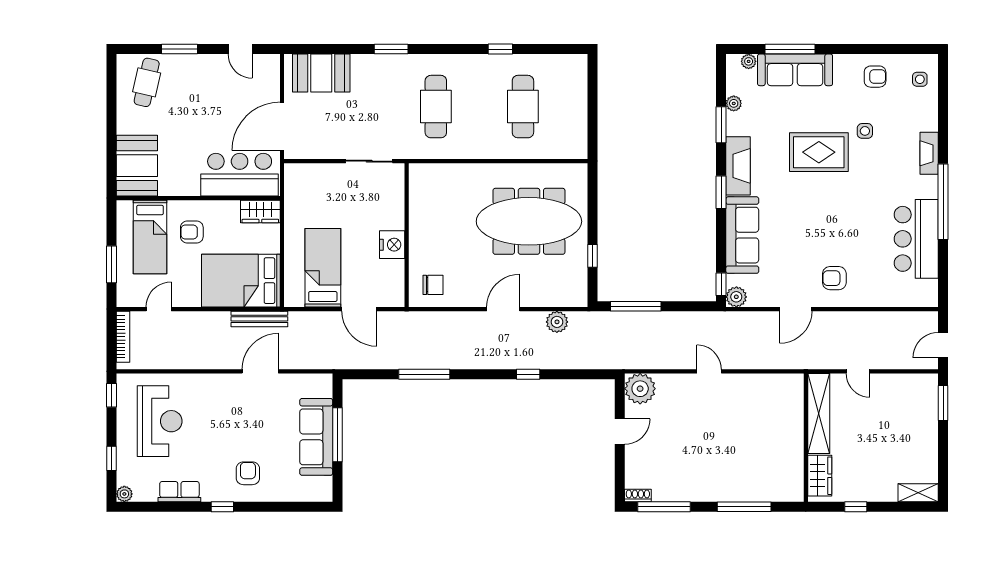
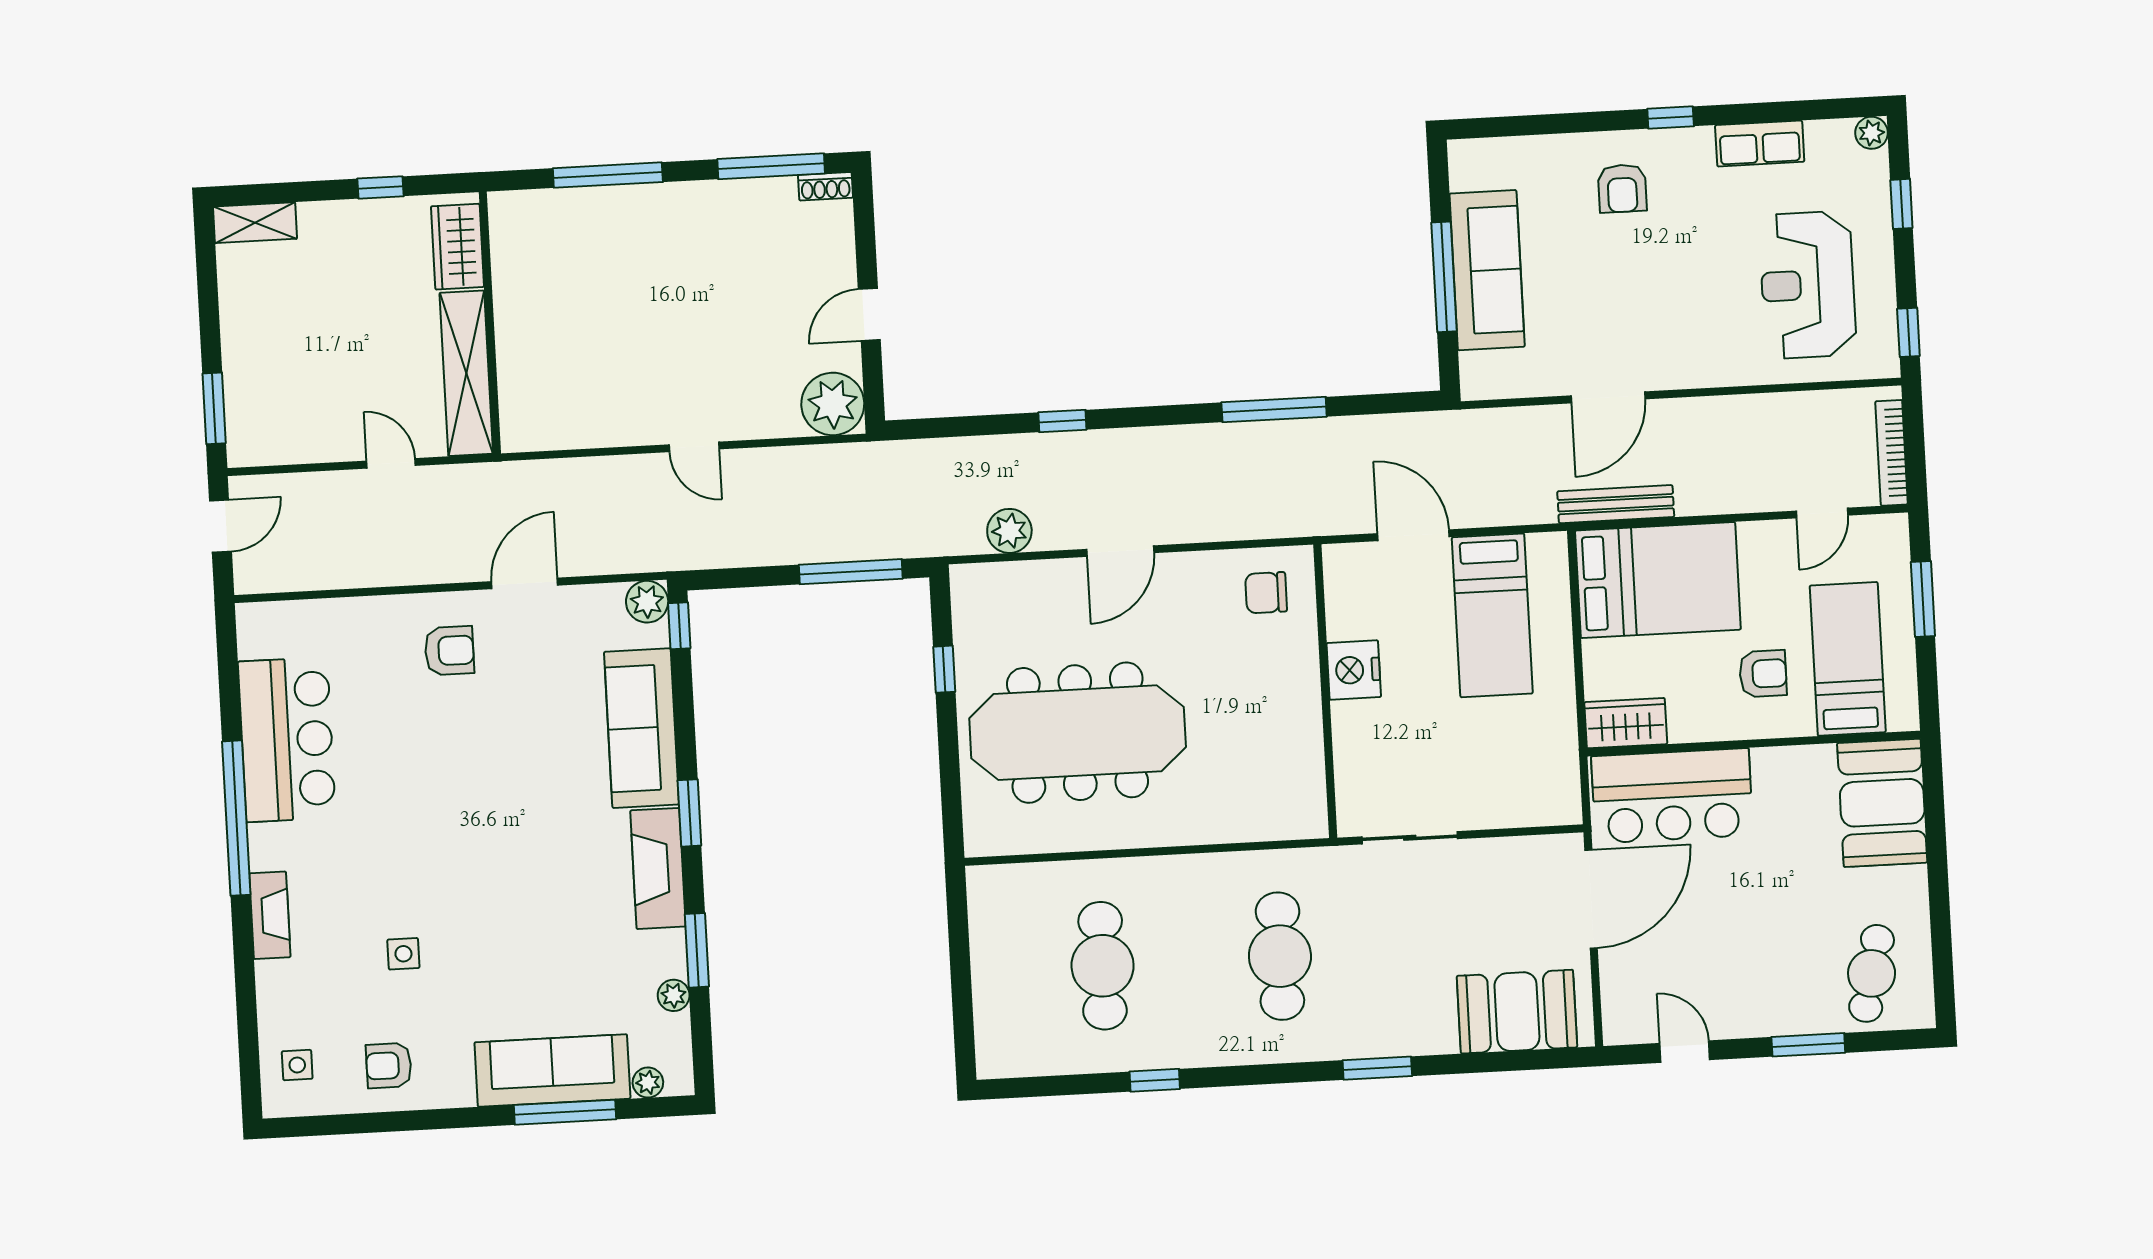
rug: (819, 152) -> (495, 905), removed

